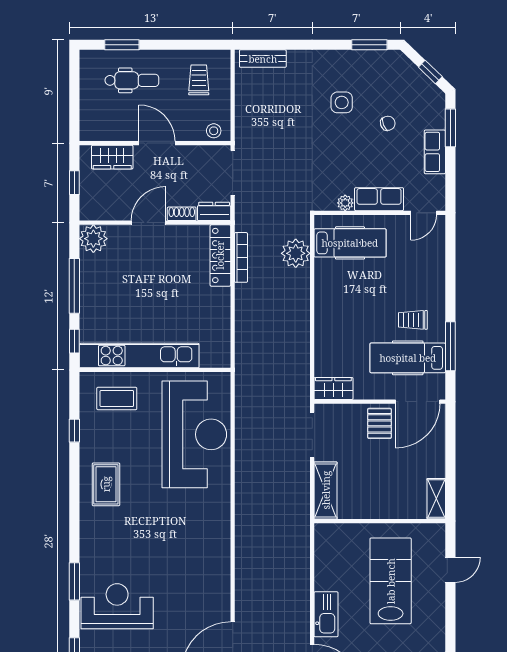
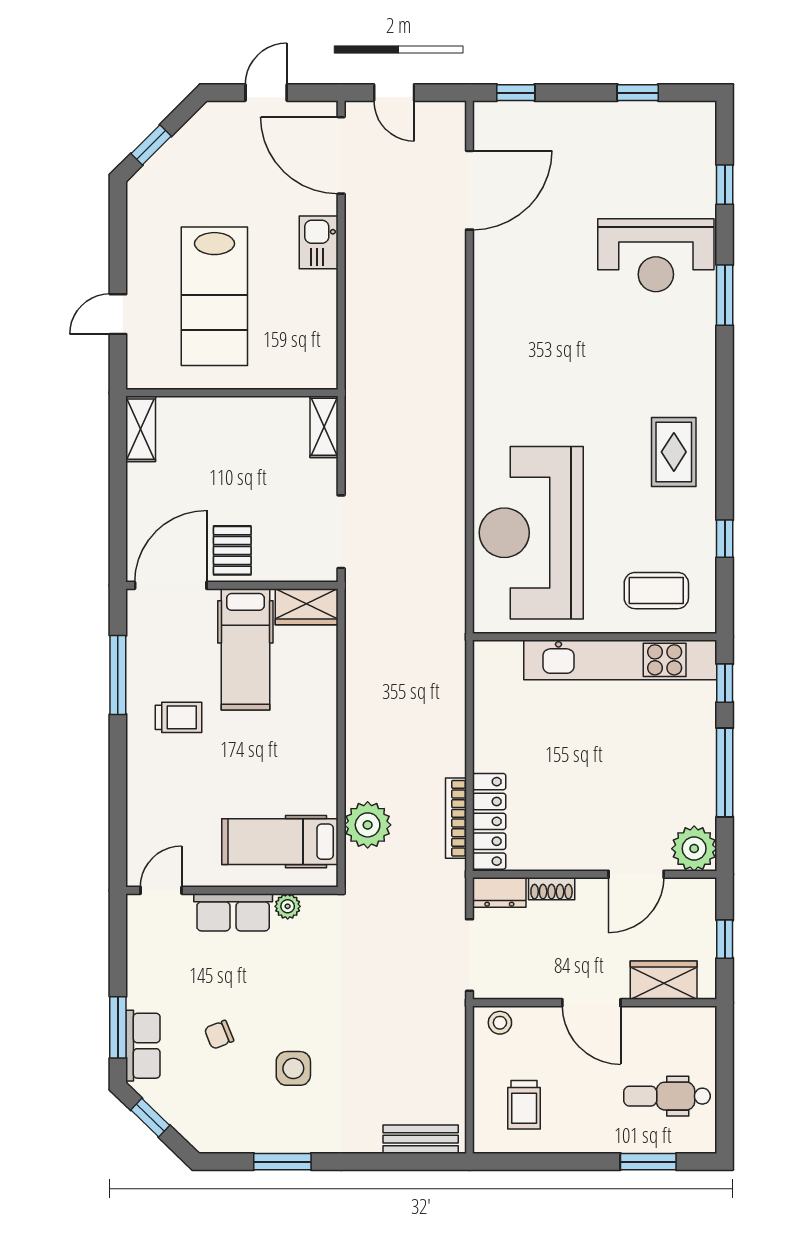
window: (369, 45) -> (282, 1162), moved
dental chair: (132, 80) -> (667, 1096), moved
row of seats: (435, 152) -> (143, 1046), moved
door: (148, 223) -> (636, 874), moved
hospital bed: (408, 358) -> (245, 649), moved, turned 90
shelving: (326, 490) -> (324, 427), width x0.67, depth x0.75
kitchen sink: (326, 614) -> (319, 242), width x0.73

